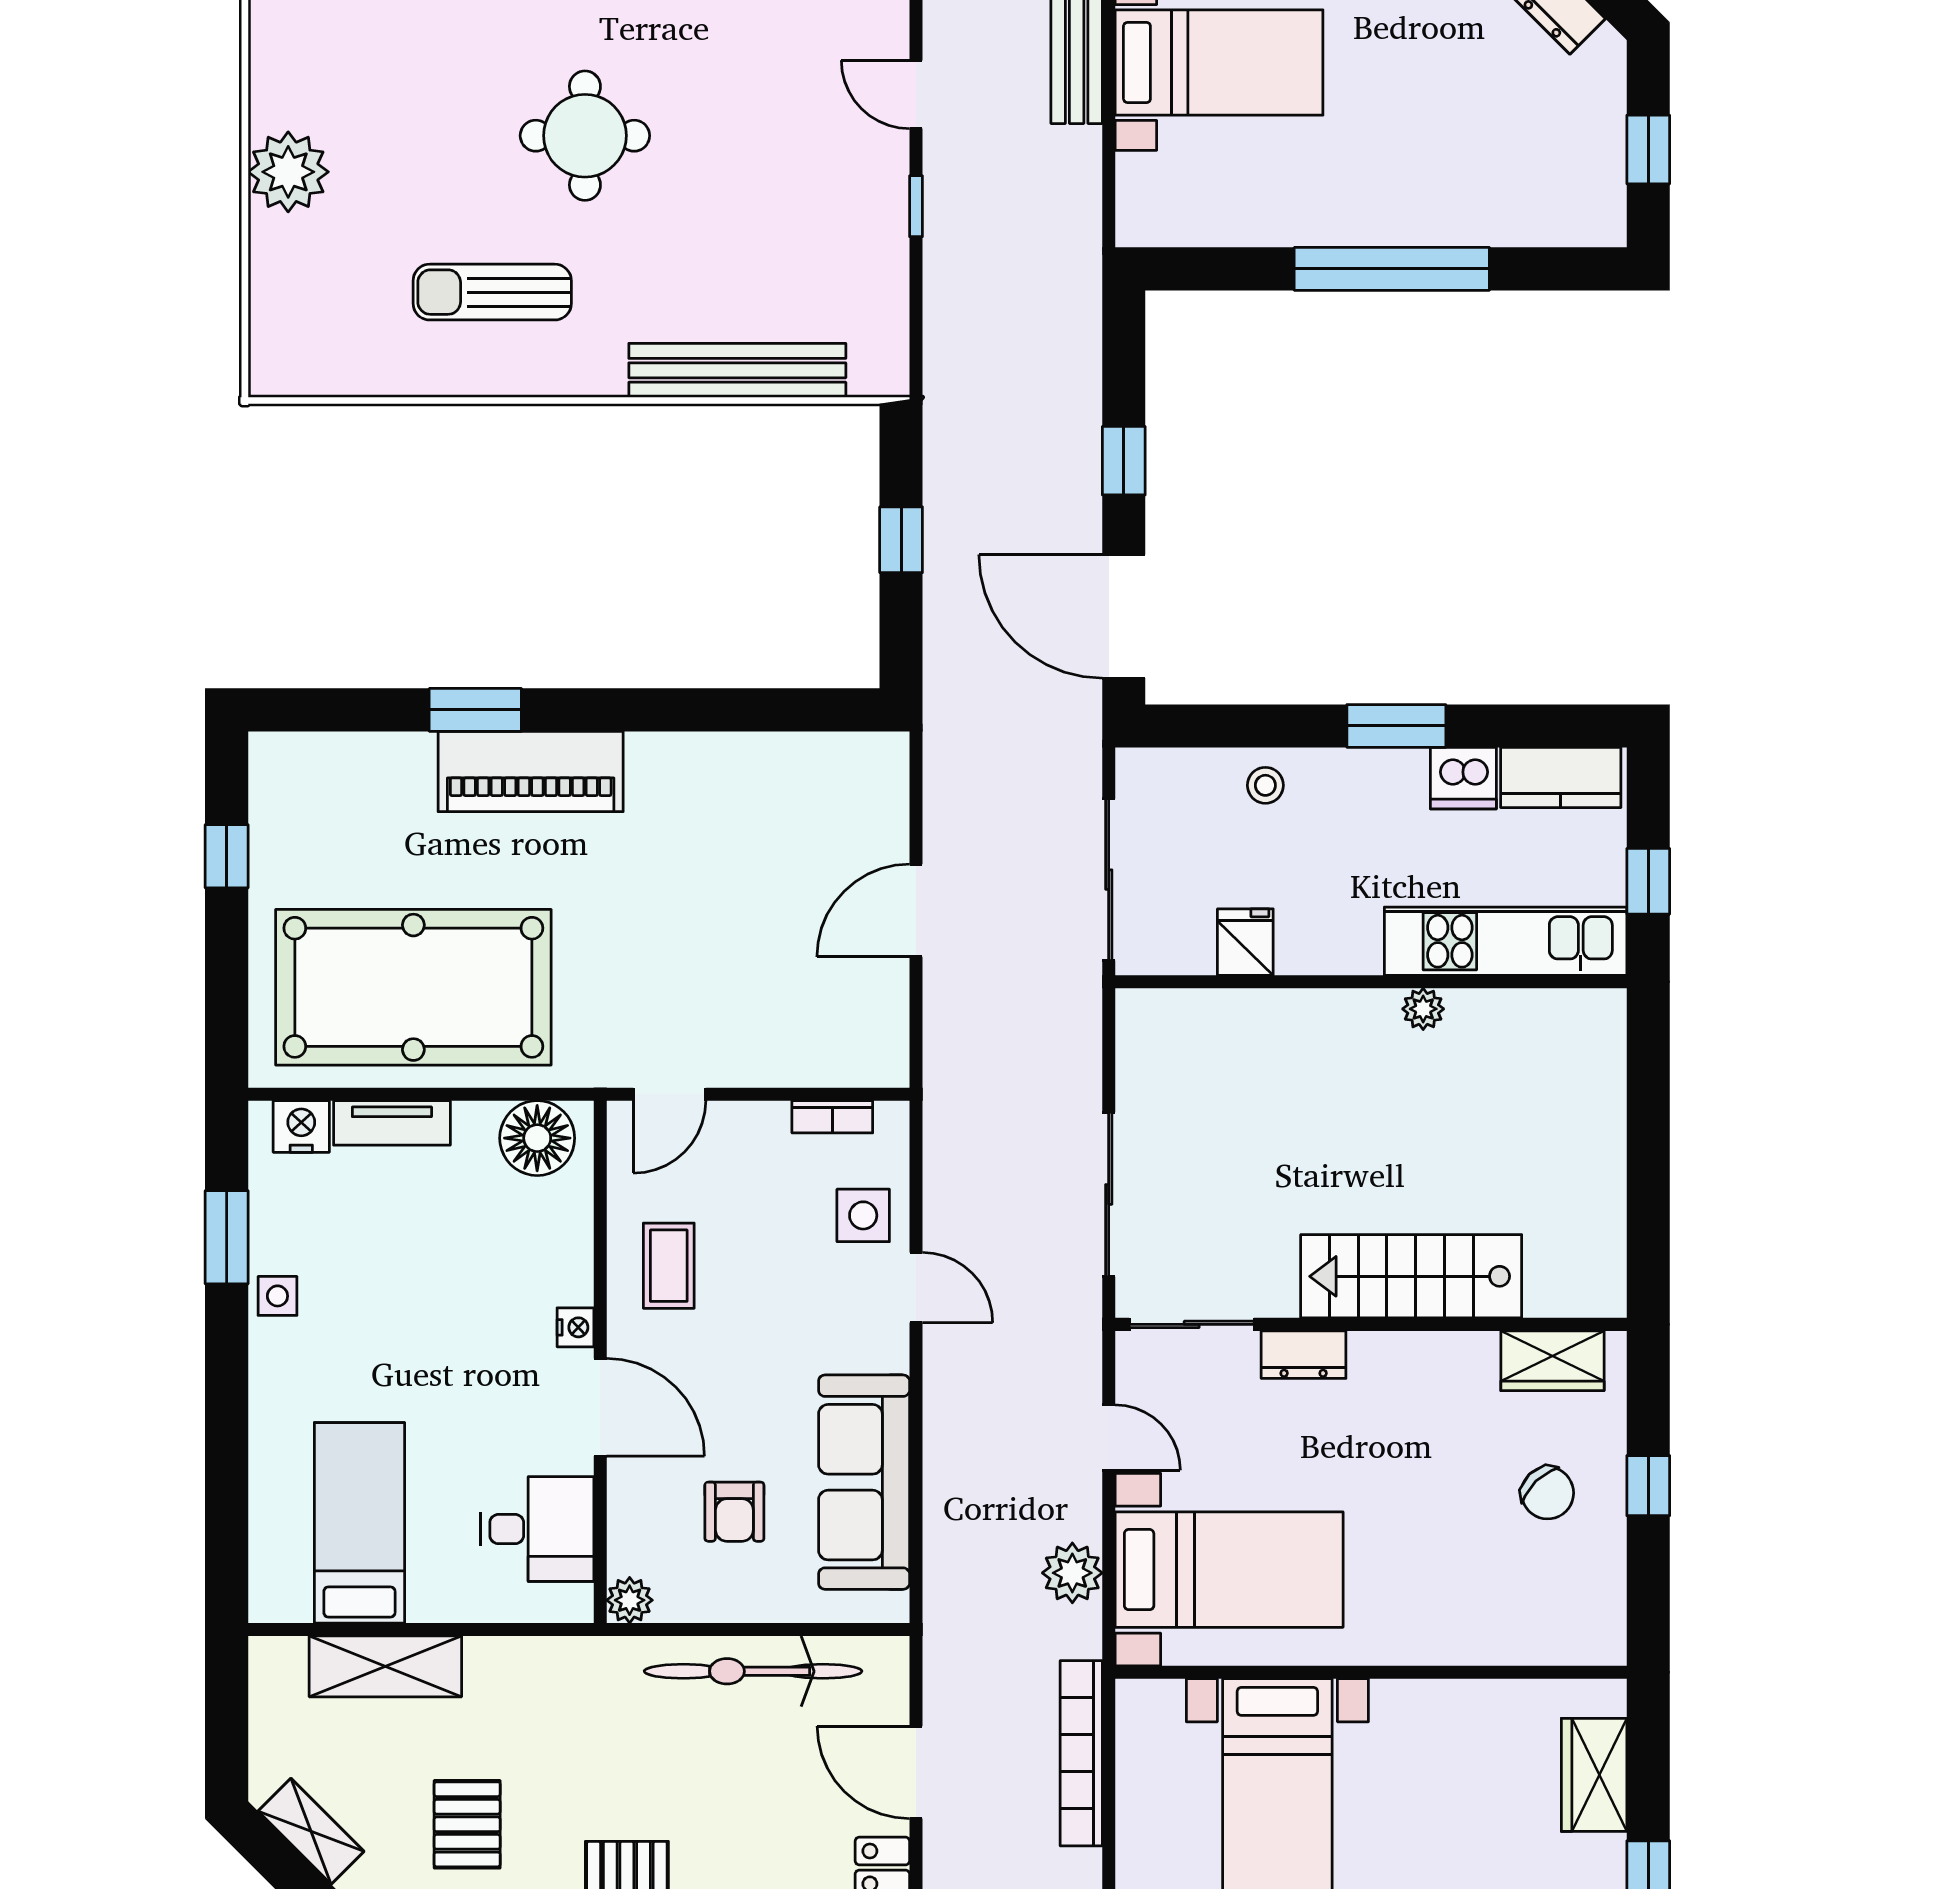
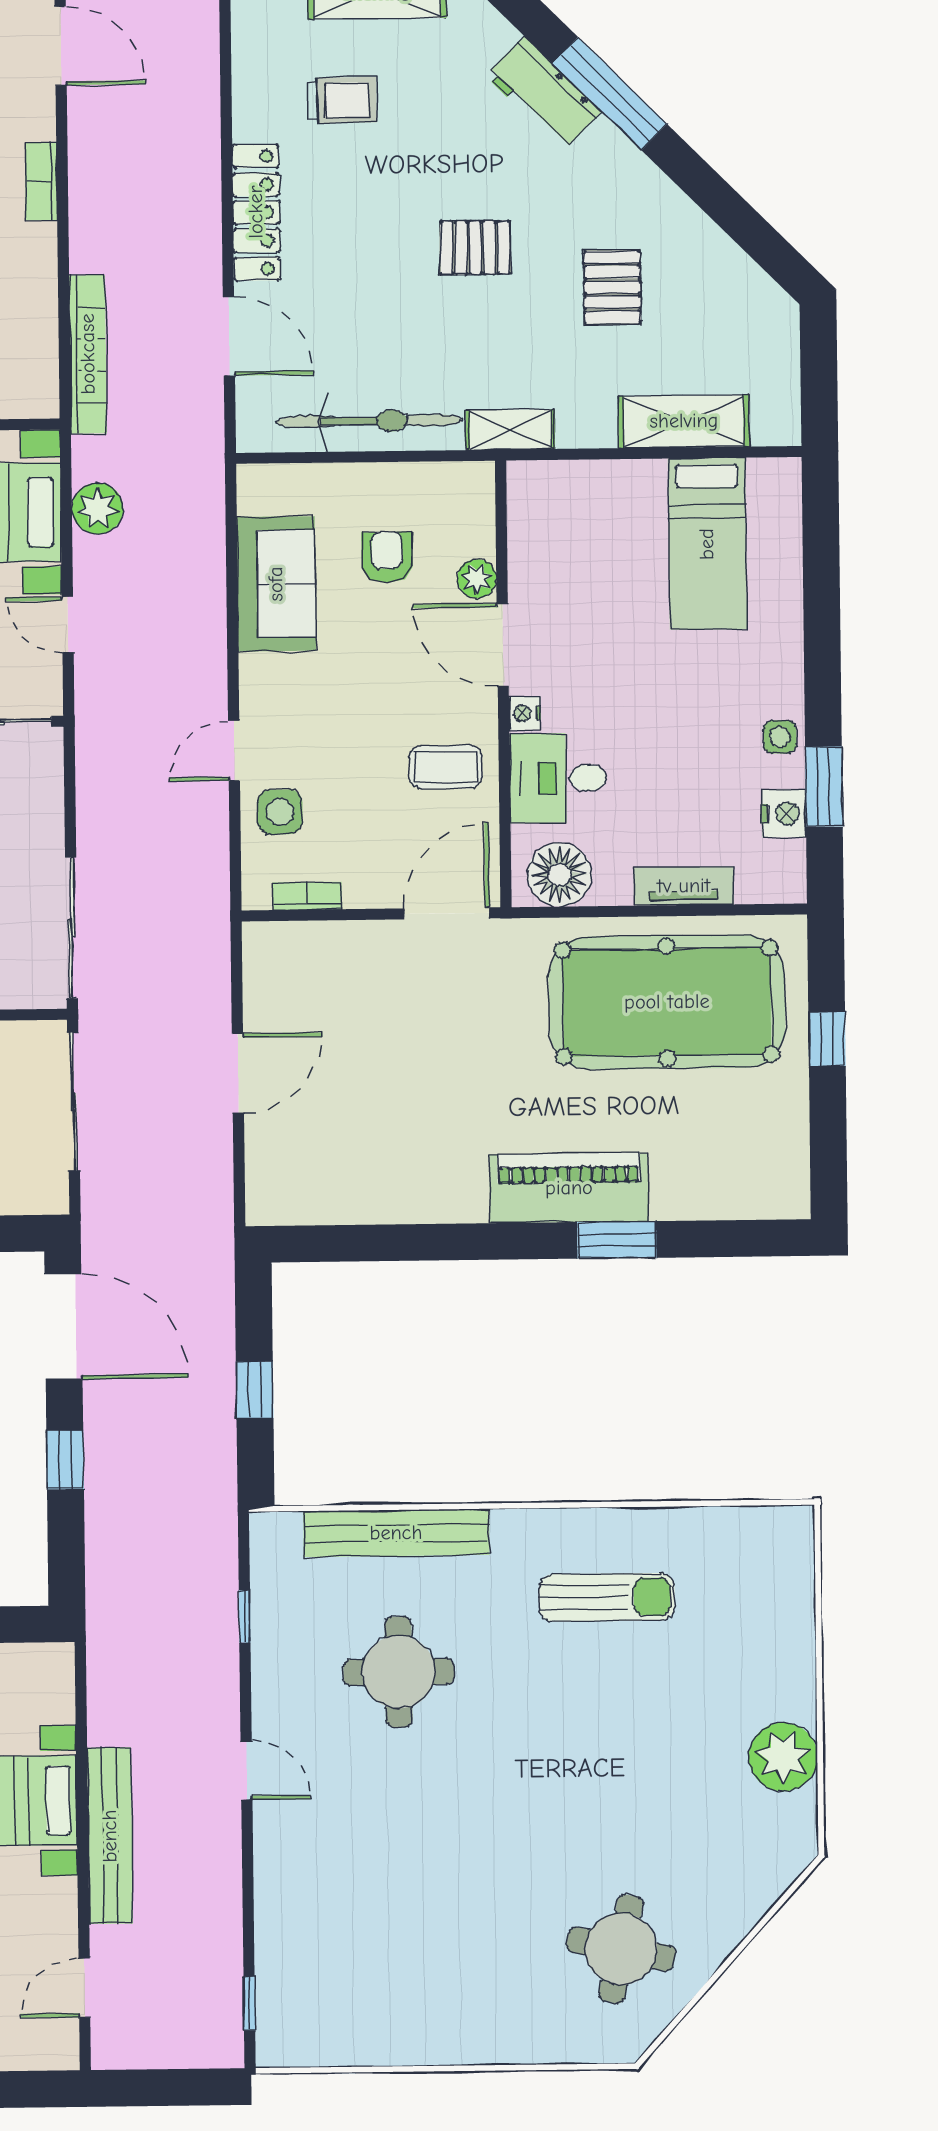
round table: (585, 136) -> (399, 1672), moved
plant: (288, 172) -> (783, 1757), moved
window: (916, 206) -> (245, 1616), moved
window: (227, 856) -> (827, 1039), moved
door: (669, 1094) -> (447, 913), width x1.38
nightstand: (301, 1126) -> (784, 813), moved, turned -90
sliding door: (1109, 1194) -> (71, 928), moved
coffee table: (669, 1266) -> (446, 767), turned 90
door: (916, 1288) -> (234, 751), hinge flipped
sofa: (864, 1482) -> (276, 584), width x0.73
desk: (537, 1529) -> (558, 778), moved
plant: (630, 1600) -> (477, 579), moved
shelving: (311, 1831) -> (510, 430), moved, turned -45

